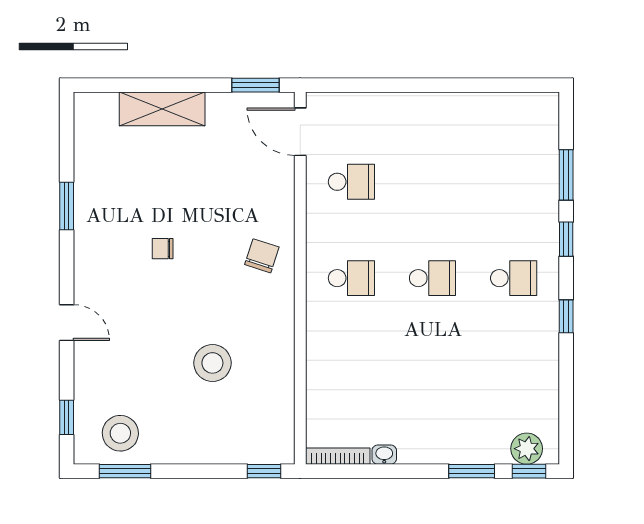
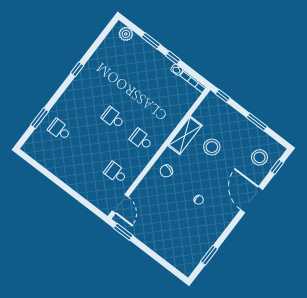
shelving: (162, 109) -> (185, 135), moved, turned 90
window: (67, 206) -> (209, 255), moved
window: (566, 239) -> (57, 96), removed
school desk: (514, 278) -> (60, 130), moved
door: (67, 323) -> (252, 200), width x1.88
stool: (120, 433) -> (259, 157), moved
window: (125, 471) -> (257, 122), moved
window: (529, 471) -> (173, 58), moved

